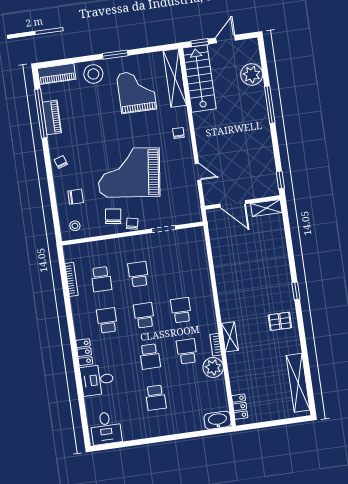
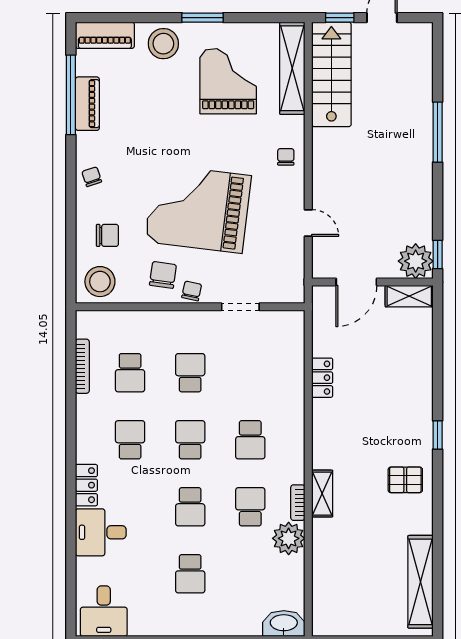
plant: (252, 75) -> (416, 261), moved
door: (233, 204) -> (356, 282), hinge flipped
stool: (75, 226) -> (100, 282), width x1.89, depth x1.89
school desk: (181, 310) -> (250, 440), turned 180
locker: (240, 407) -> (322, 378), moved

